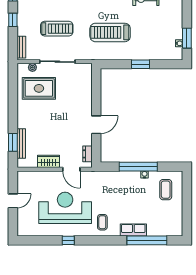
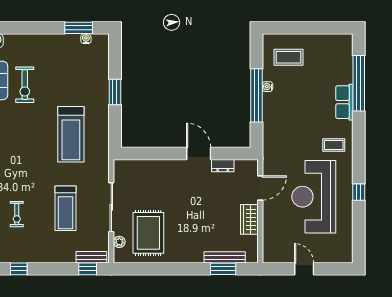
window: (13, 20) -> (88, 269), moved
treadmill: (57, 29) -> (66, 208), turned 180
dresser: (87, 154) -> (223, 166), moved

